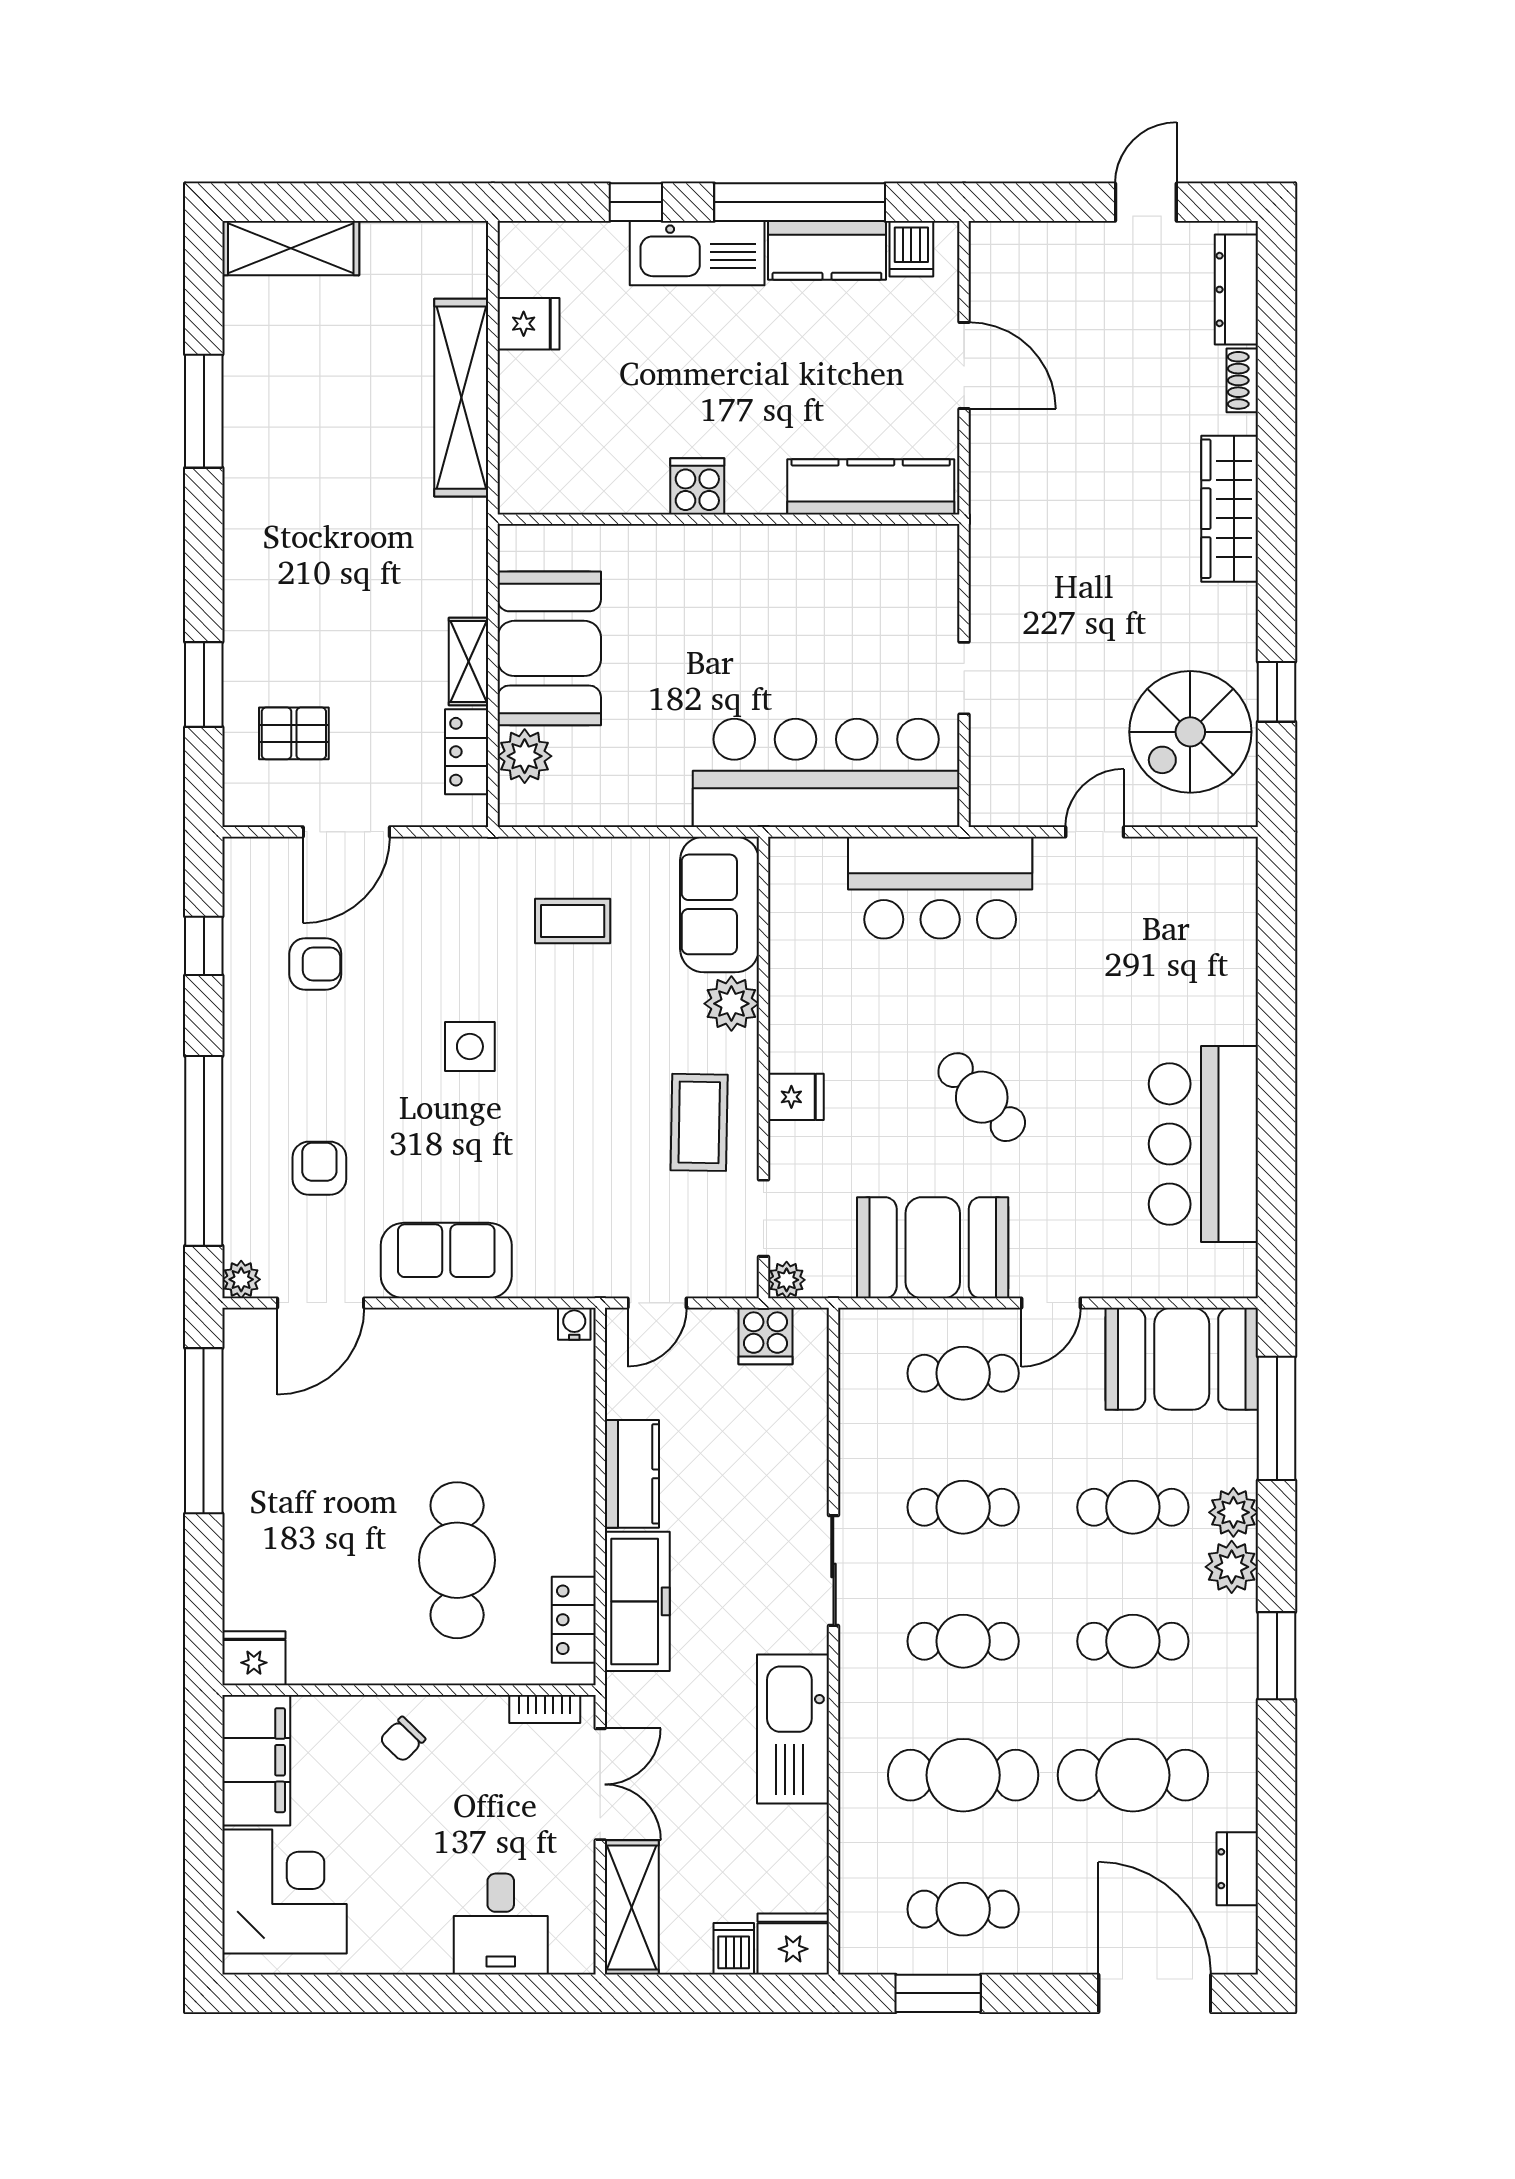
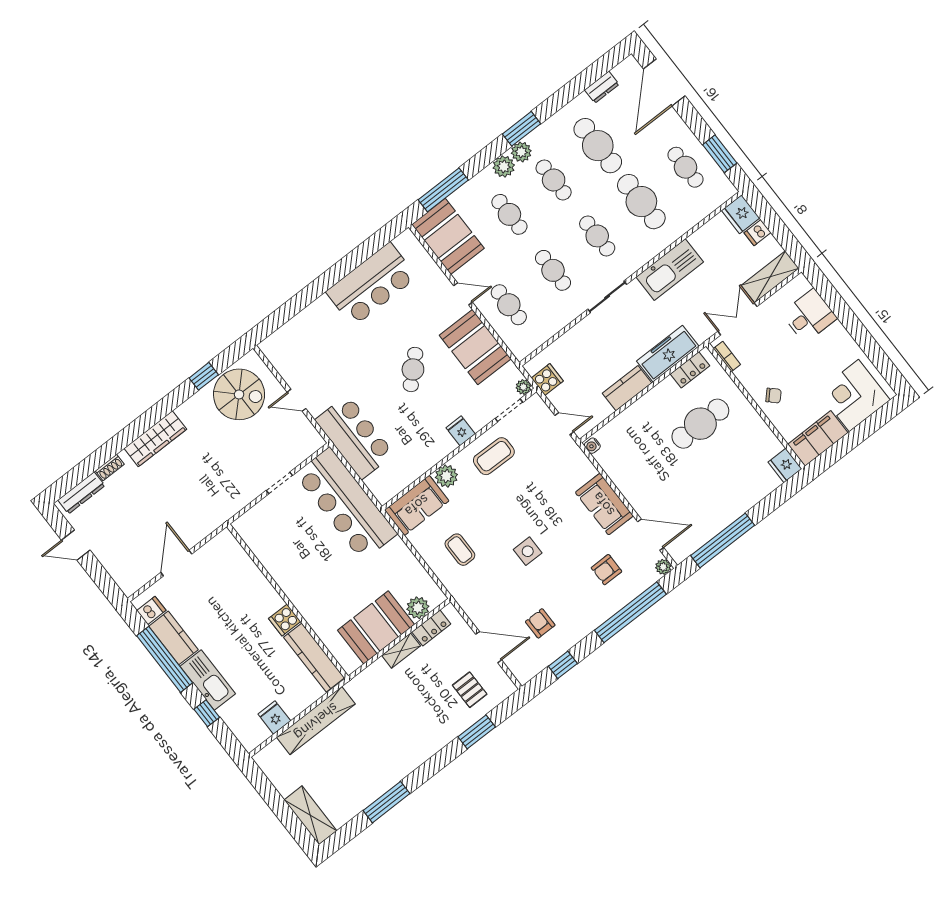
kitchen counter: (871, 487) -> (314, 657), moved
plant: (1233, 1512) -> (521, 152), moved

